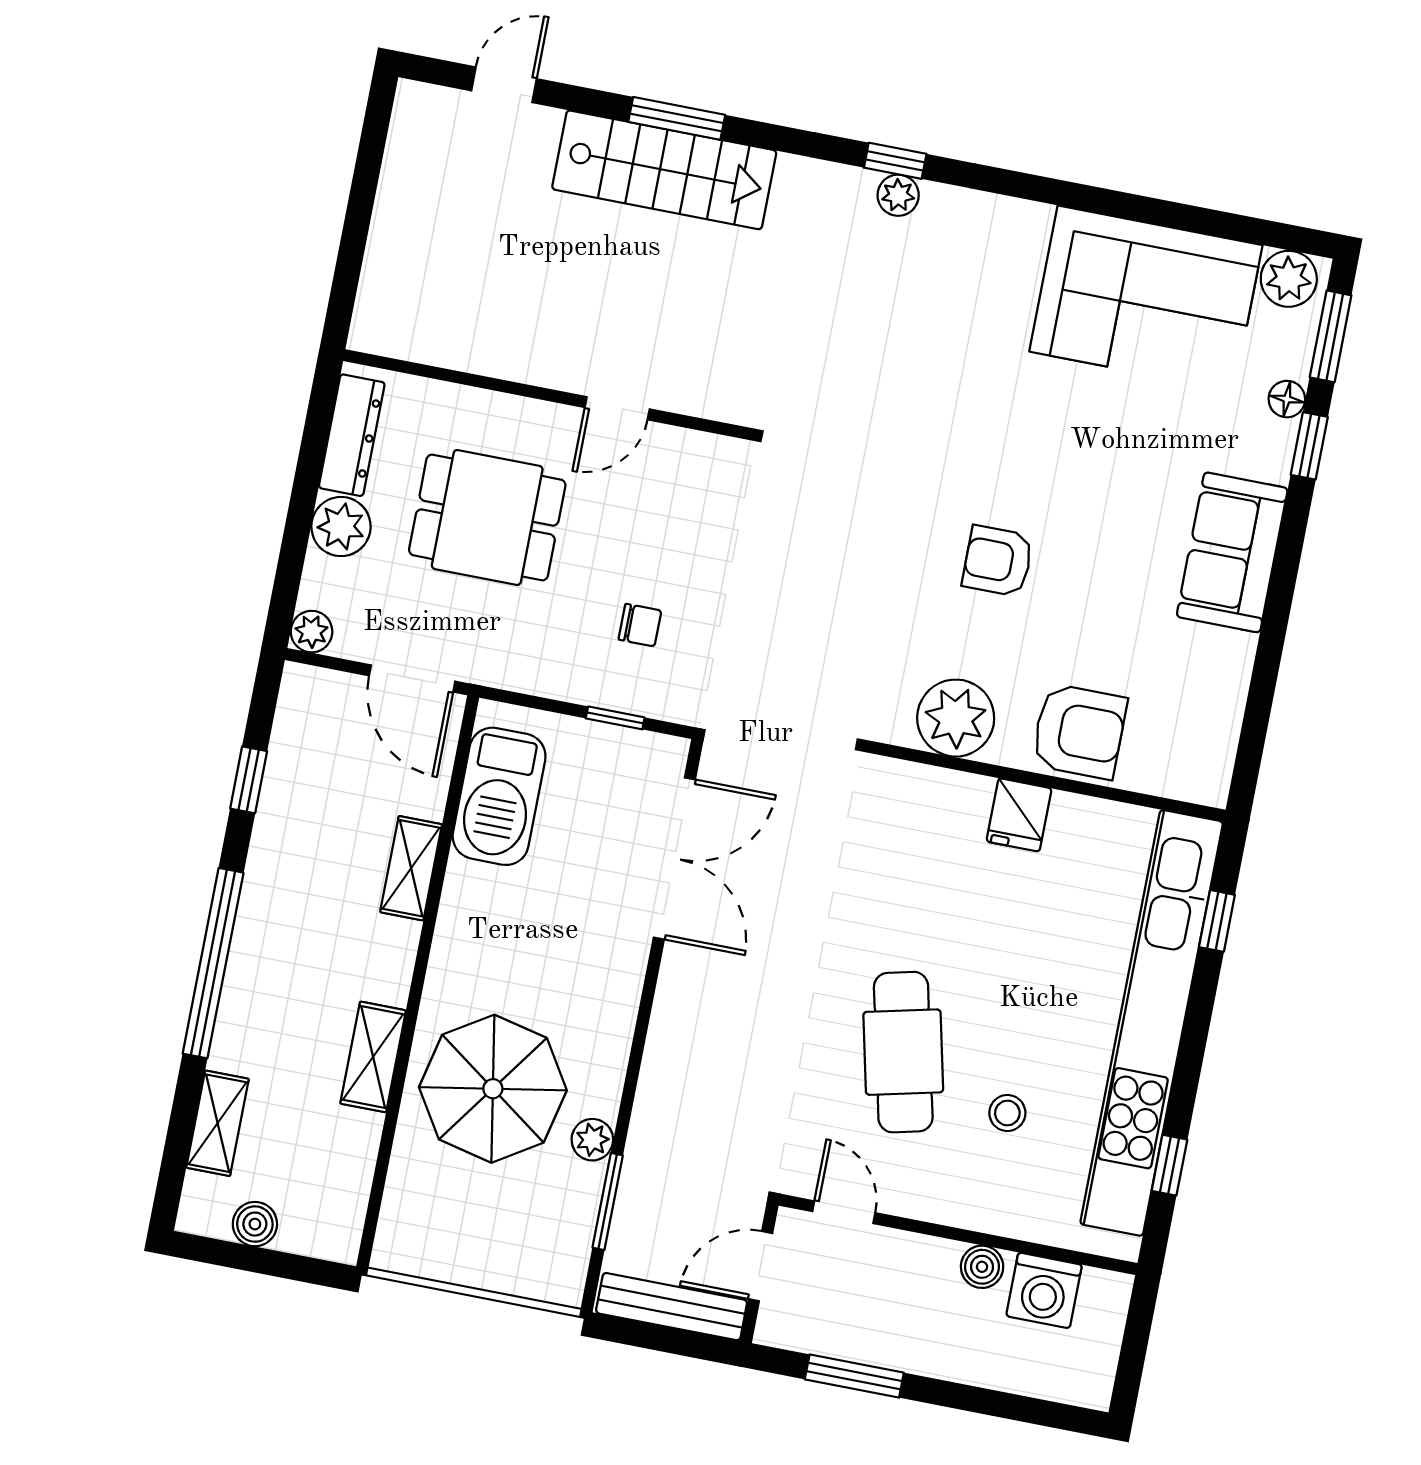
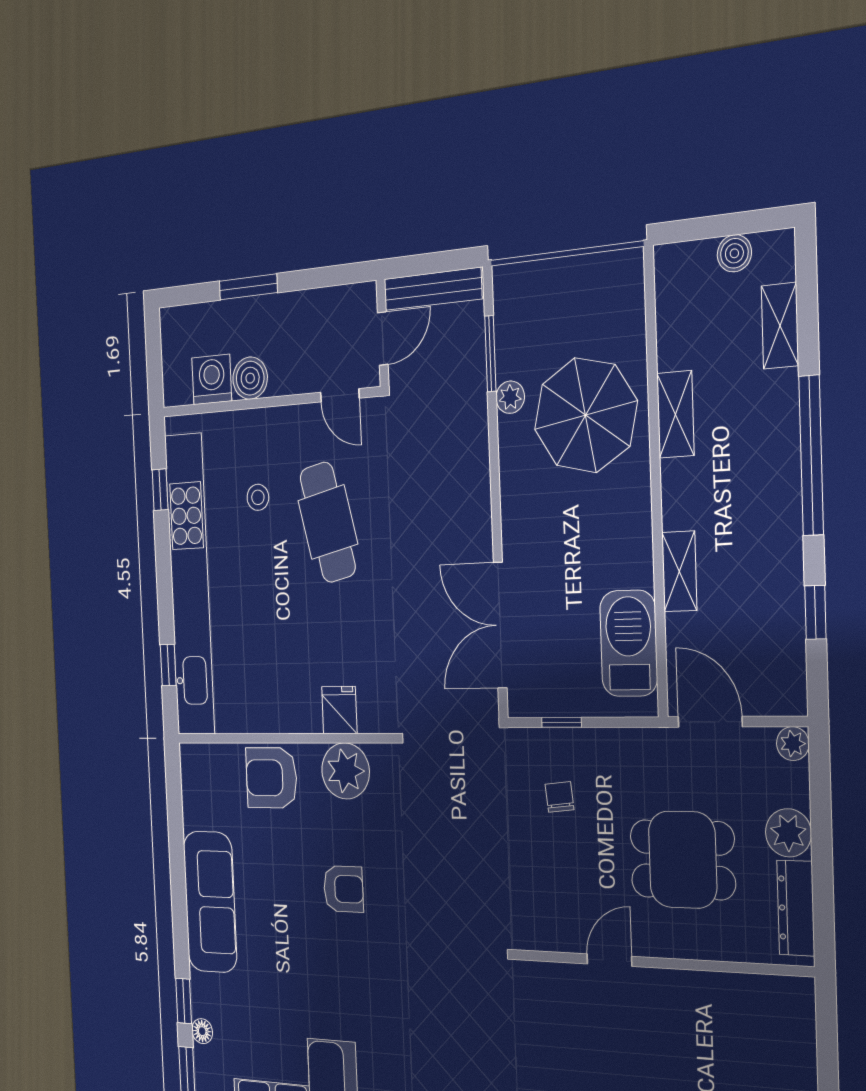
sofa: (1232, 552) -> (210, 902), width x1.36
chair: (640, 625) -> (560, 797), turned 84
fridge: (1019, 815) -> (339, 710), moved
boiler: (982, 1267) -> (250, 378), width x1.36, depth x1.36
window: (854, 1376) -> (248, 287), moved

